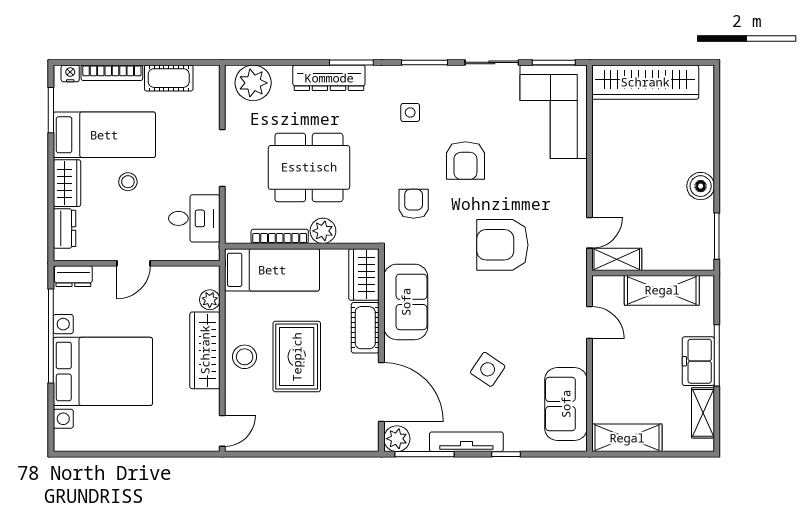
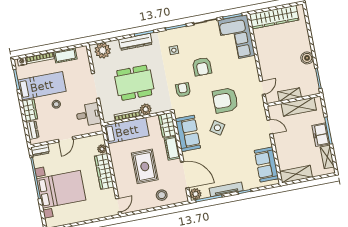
shelving: (617, 259) -> (289, 95), moved
stool: (245, 357) -> (162, 195), moved
side table: (488, 369) -> (217, 128), moved

